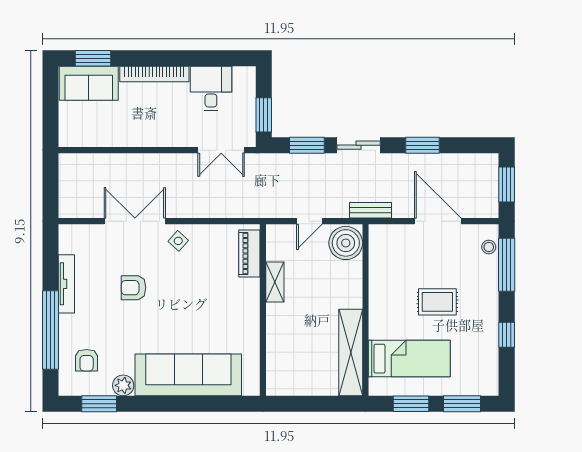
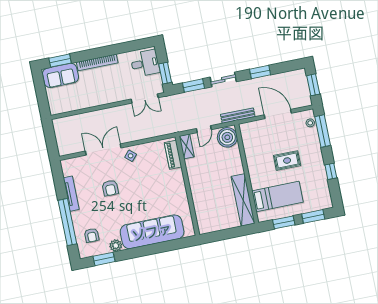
desk: (211, 88) -> (145, 63), moved, turned 90
bench: (370, 210) -> (238, 116), width x1.36
shelving: (275, 282) -> (187, 146), moved
armchair: (133, 288) -> (110, 188), turned -90

